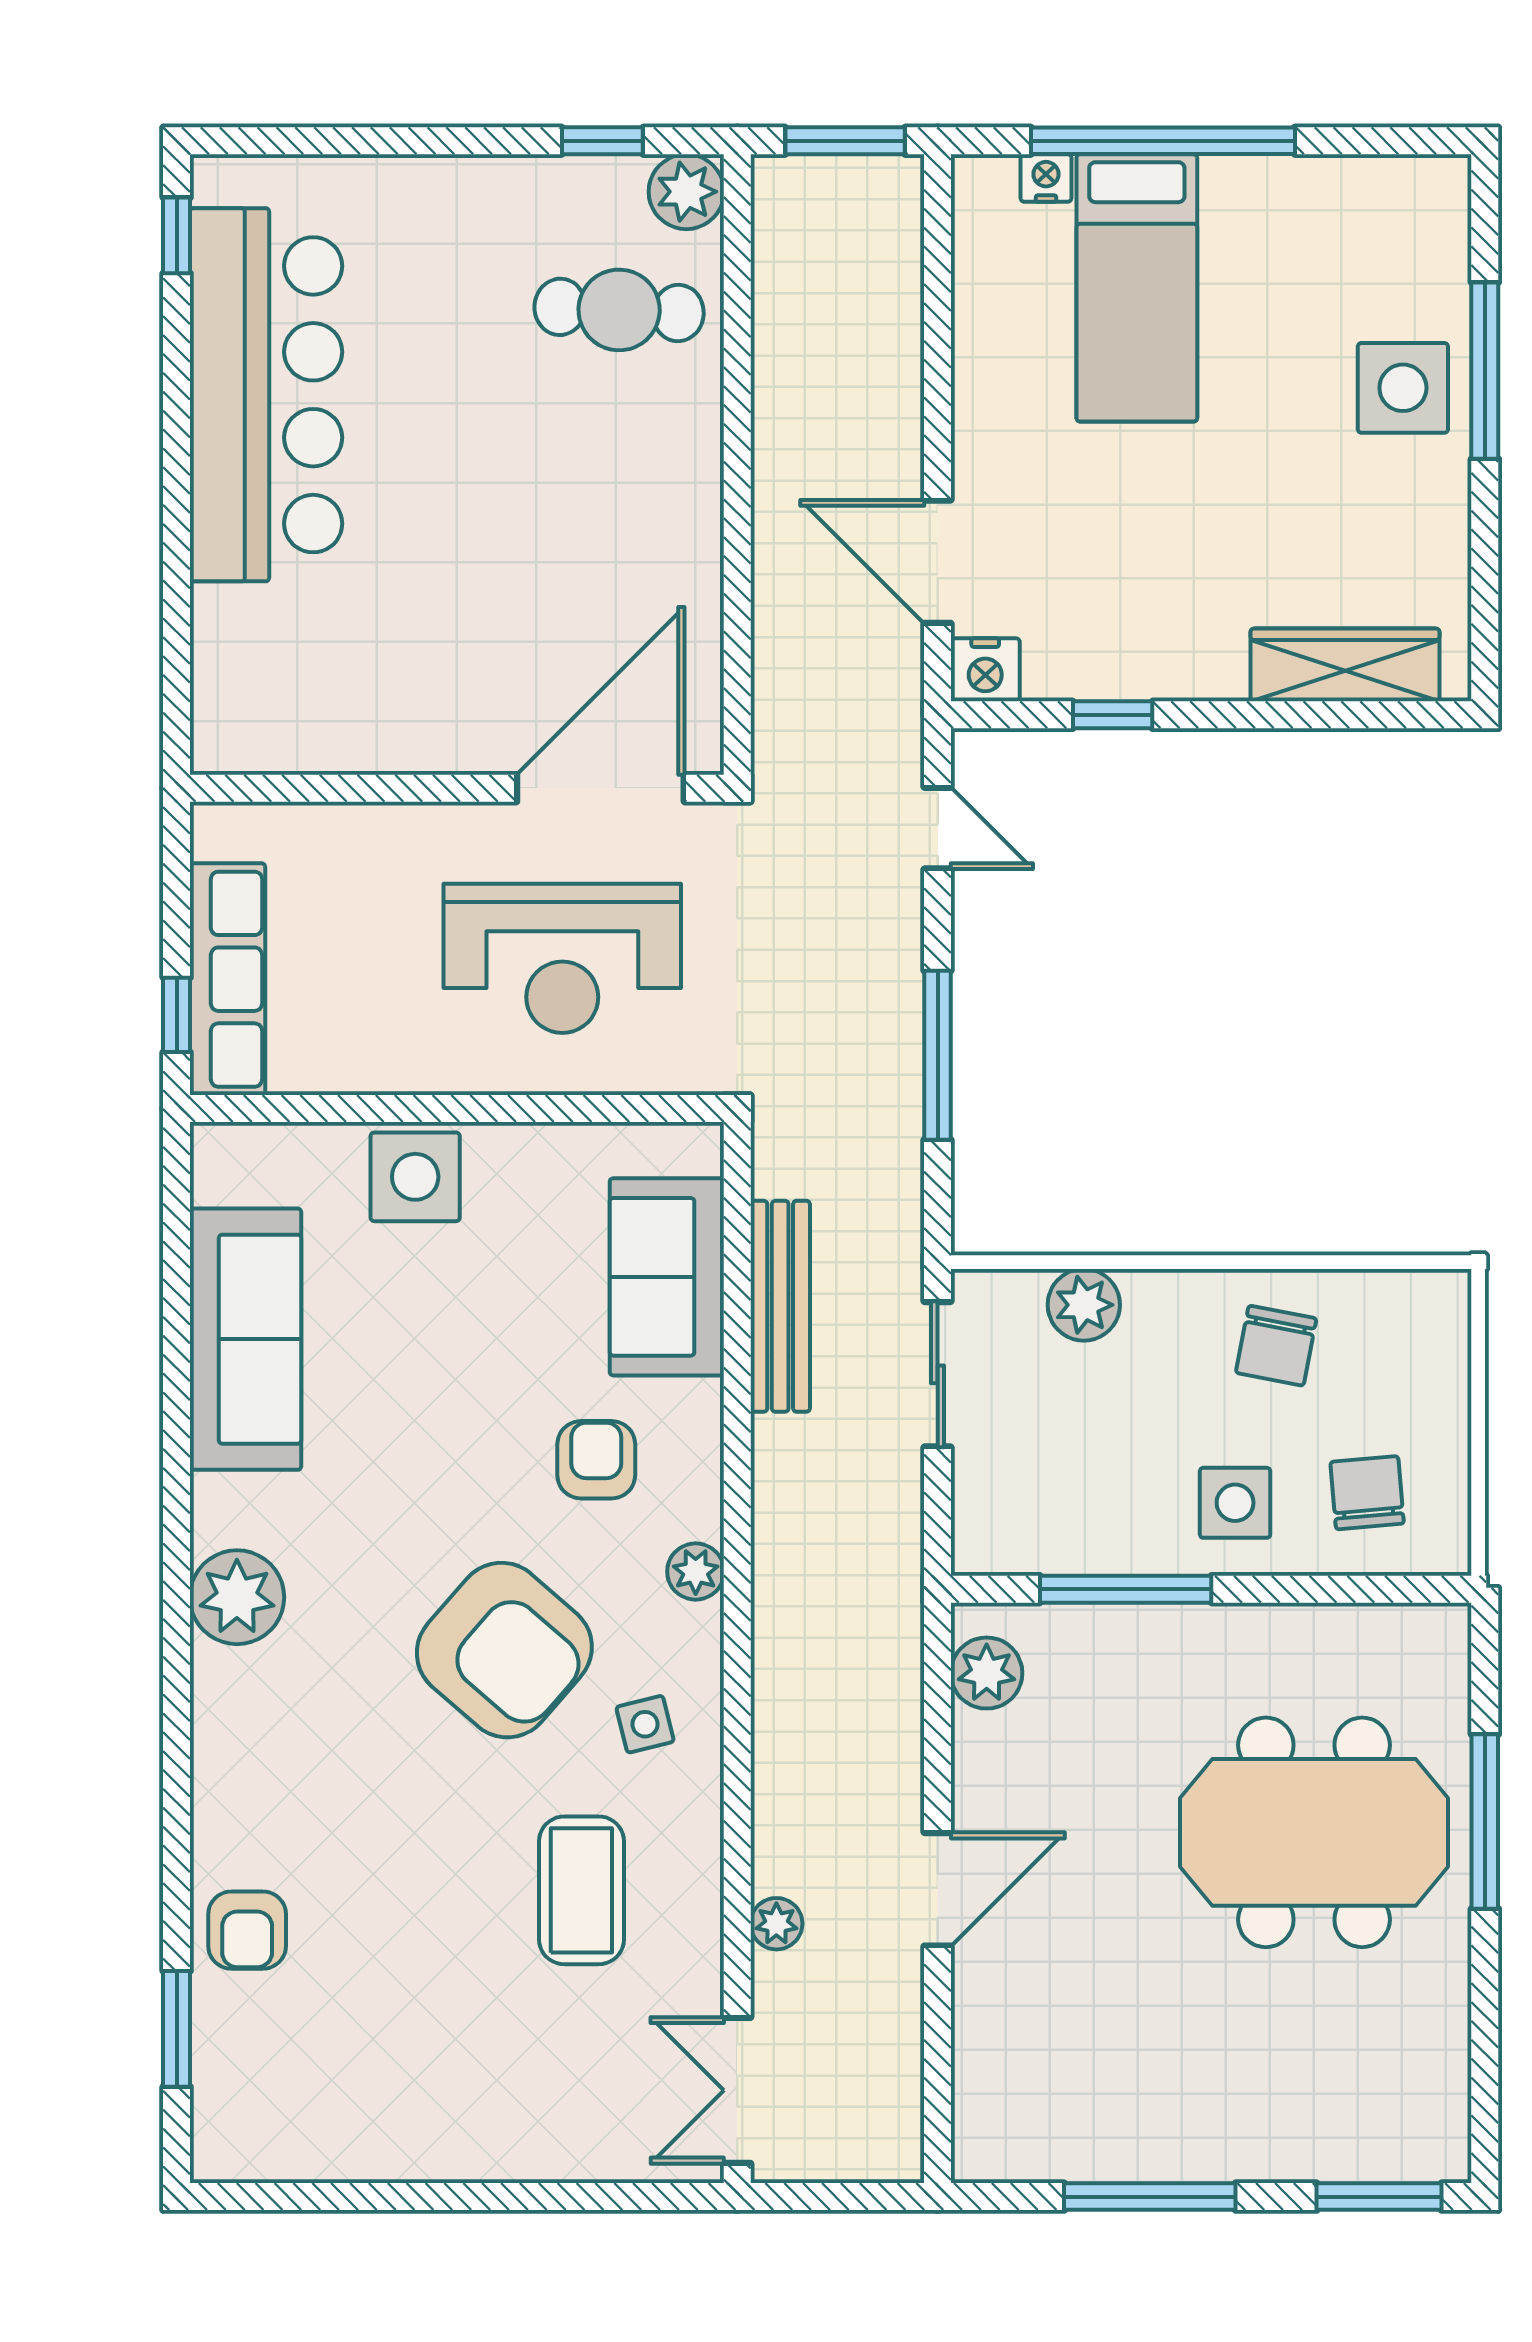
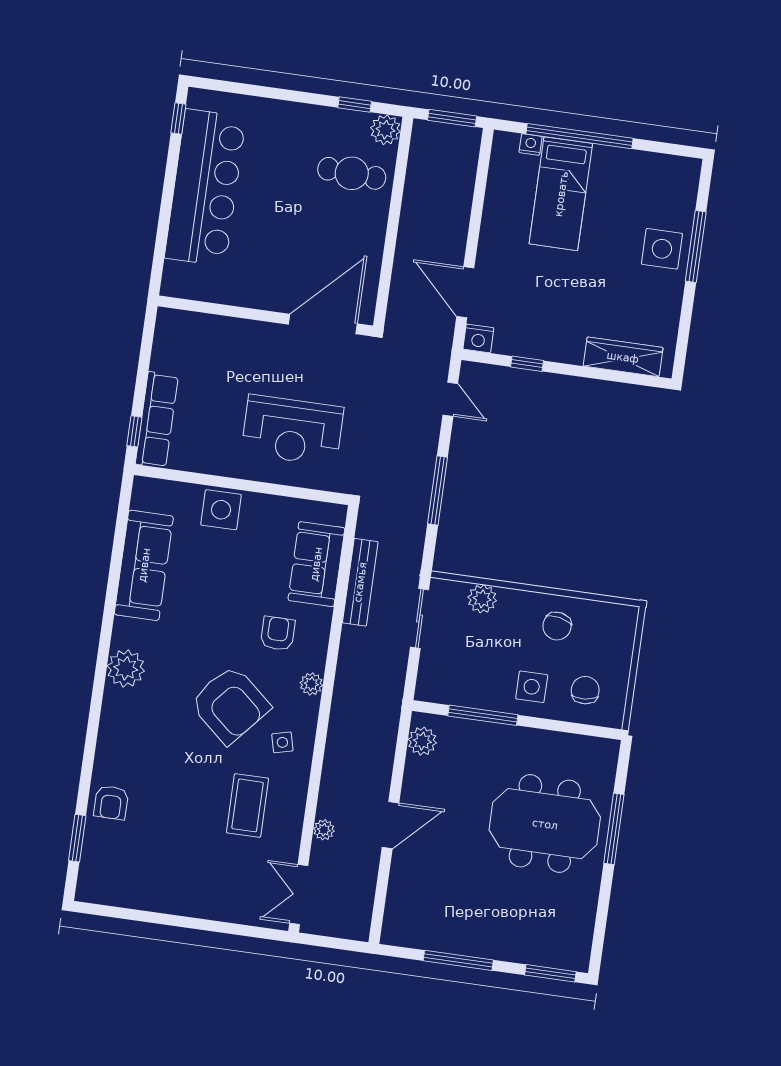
wall: (457, 788) -> (265, 316), moved
door: (600, 788) -> (323, 324), moved

